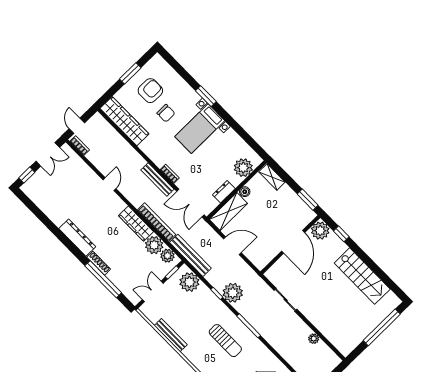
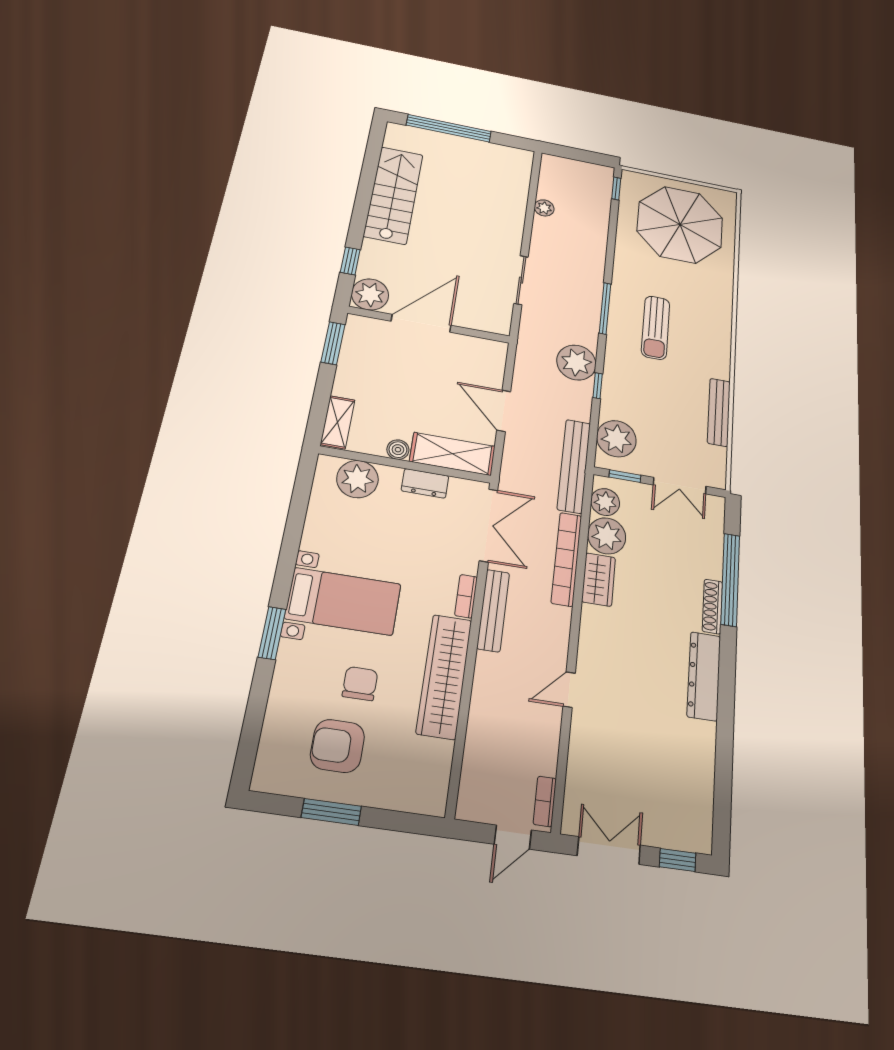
wardrobe: (125, 121) -> (444, 676), moved
wardrobe: (136, 224) -> (599, 580), width x0.67
sun lounger: (225, 341) -> (656, 328), turned 180

